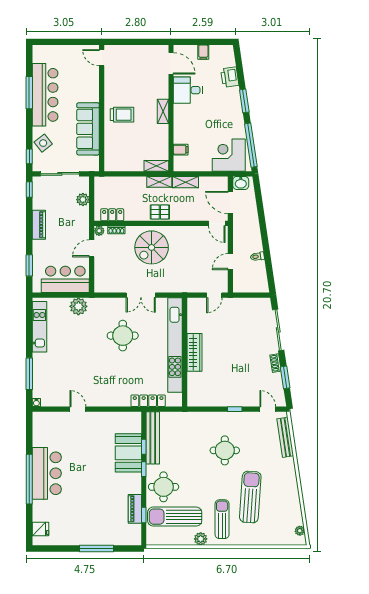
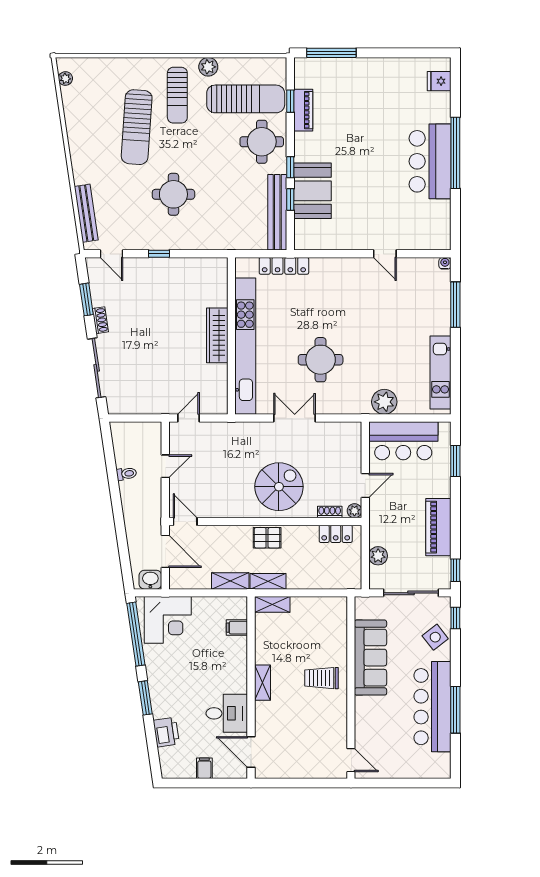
piano: (39, 225) -> (438, 527), width x1.37, depth x1.33
window: (97, 548) -> (331, 53), moved

